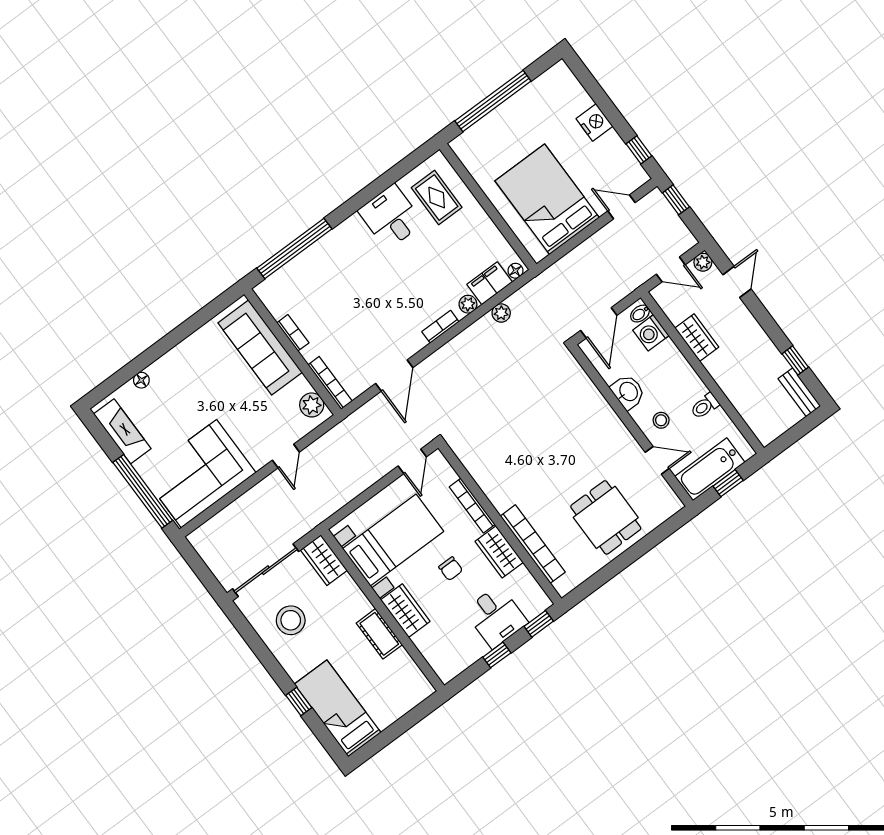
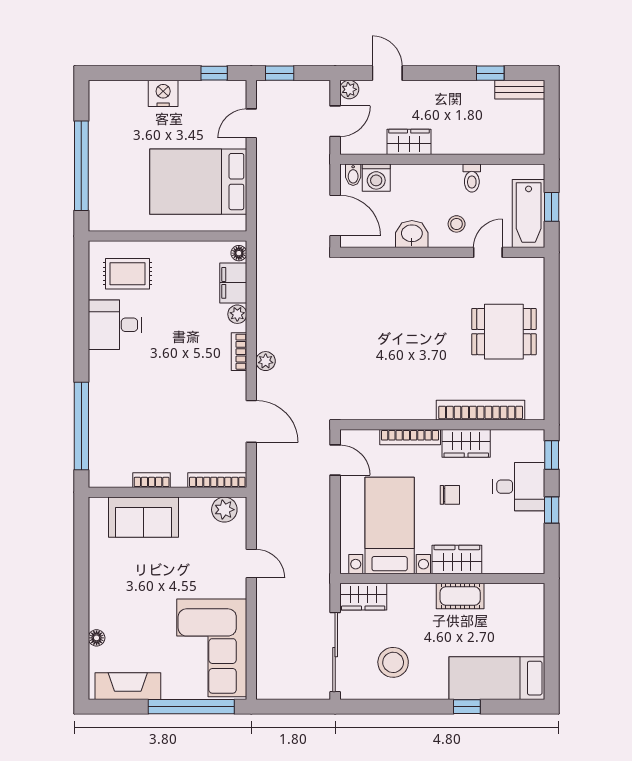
plant: (501, 313) -> (266, 361), moved
sofa: (260, 348) -> (143, 517), width x0.73

